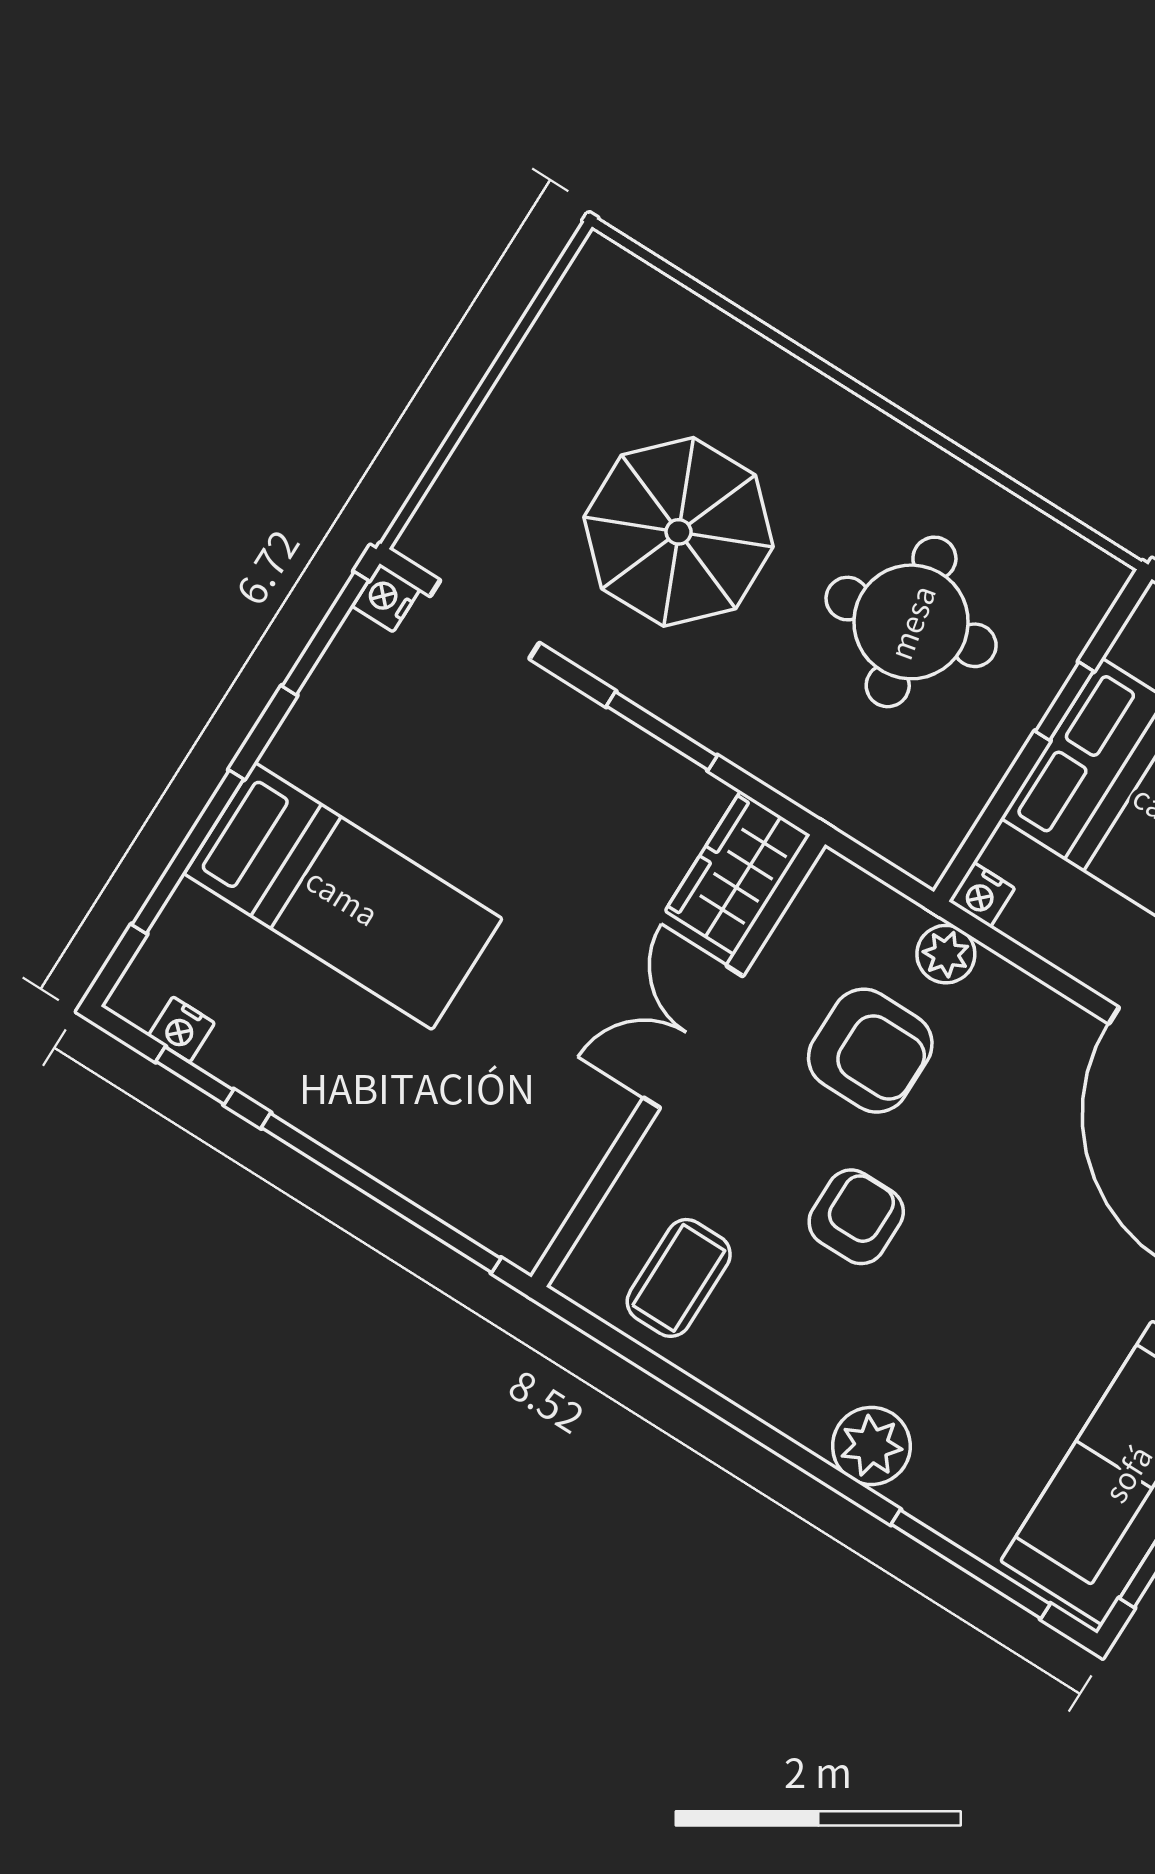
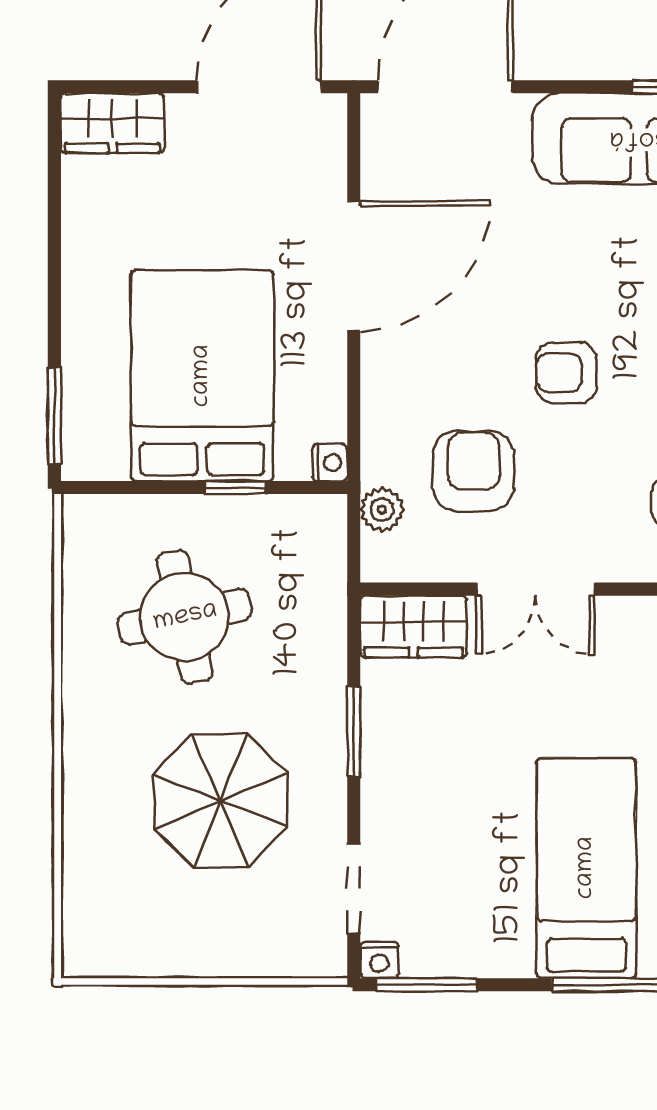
window: (1064, 701) -> (235, 488), moved
plant: (946, 954) -> (382, 510), moved
armchair: (856, 1217) -> (566, 372), moved

